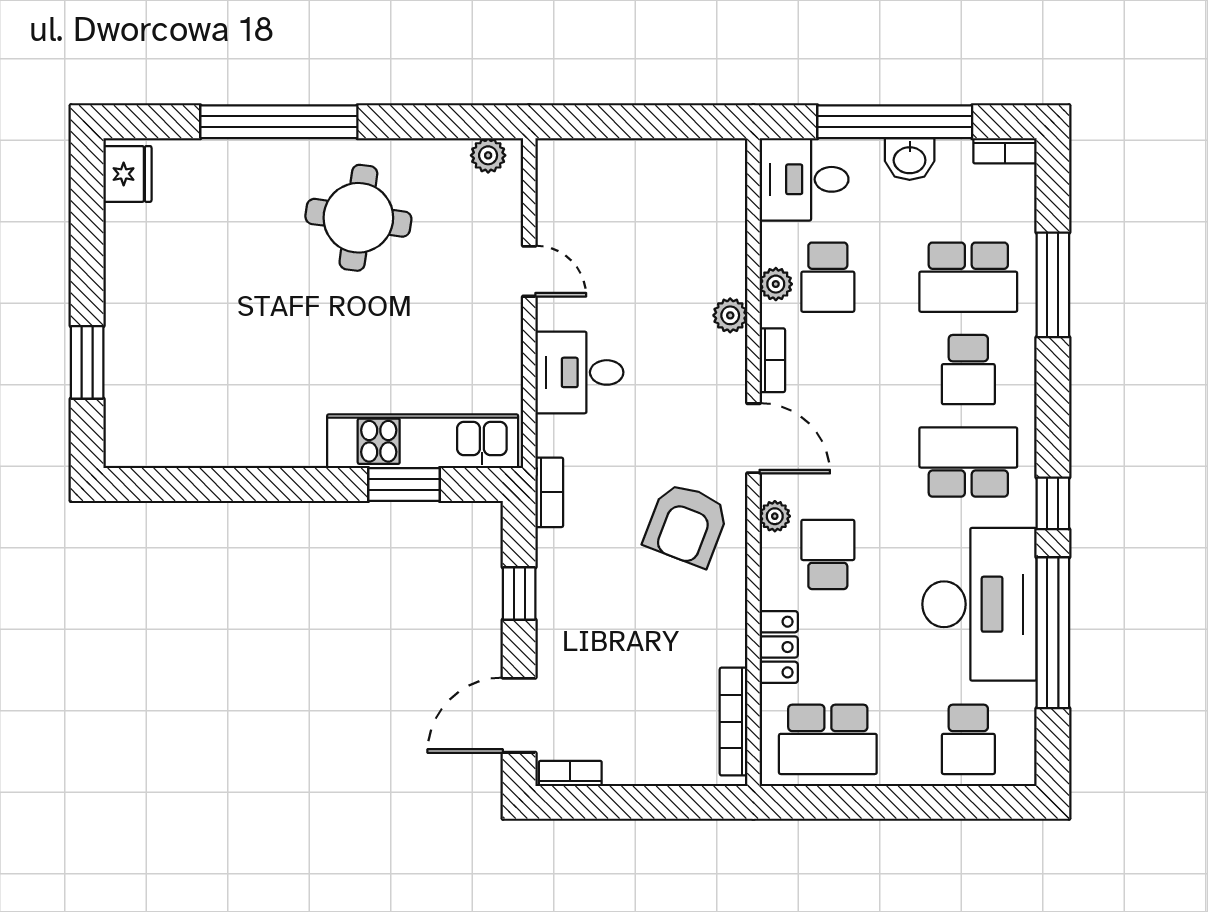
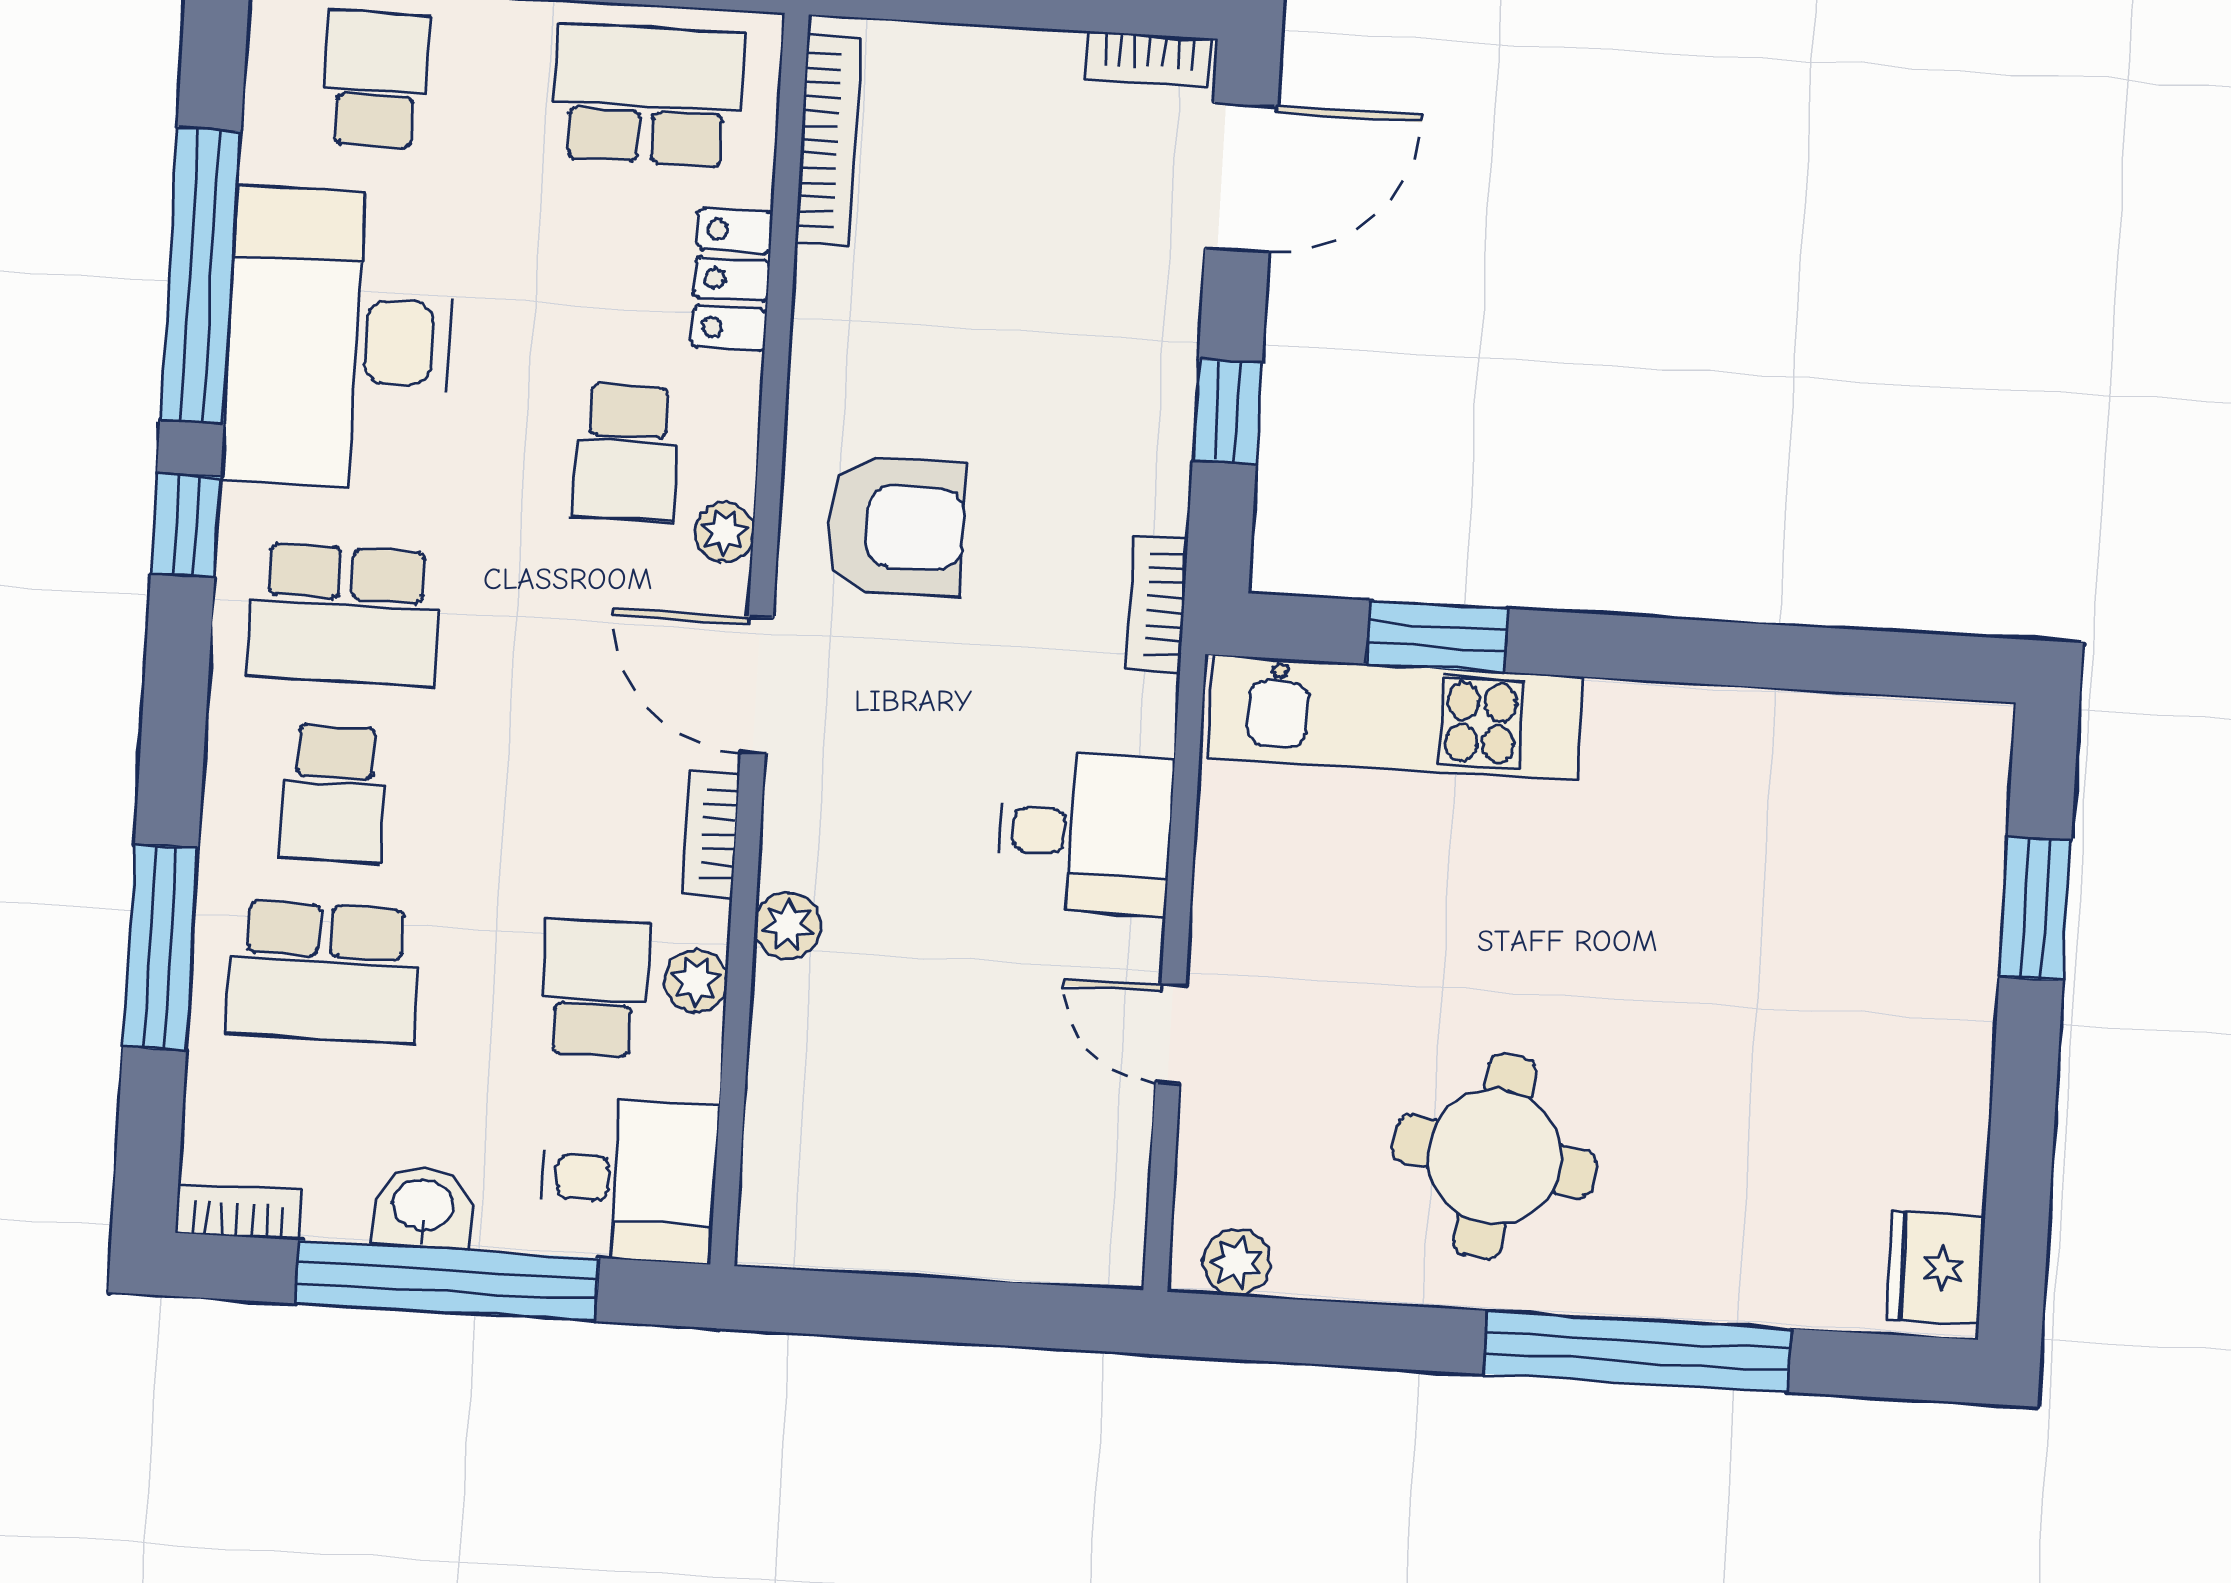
school desk: (968, 277) -> (323, 972), turned 180
school desk: (968, 370) -> (334, 793), turned 180
armchair: (686, 525) -> (896, 527), turned 69

